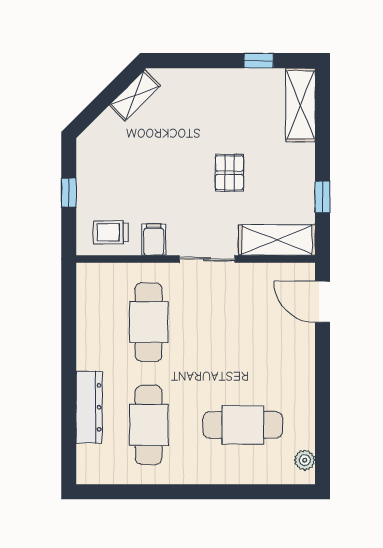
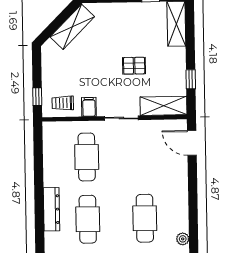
shelving: (135, 95) -> (72, 27), width x1.50, depth x1.33
pallet: (229, 173) -> (134, 66), turned 90
window: (69, 193) -> (37, 97), moved
cafe table: (243, 425) -> (145, 218), turned 90

